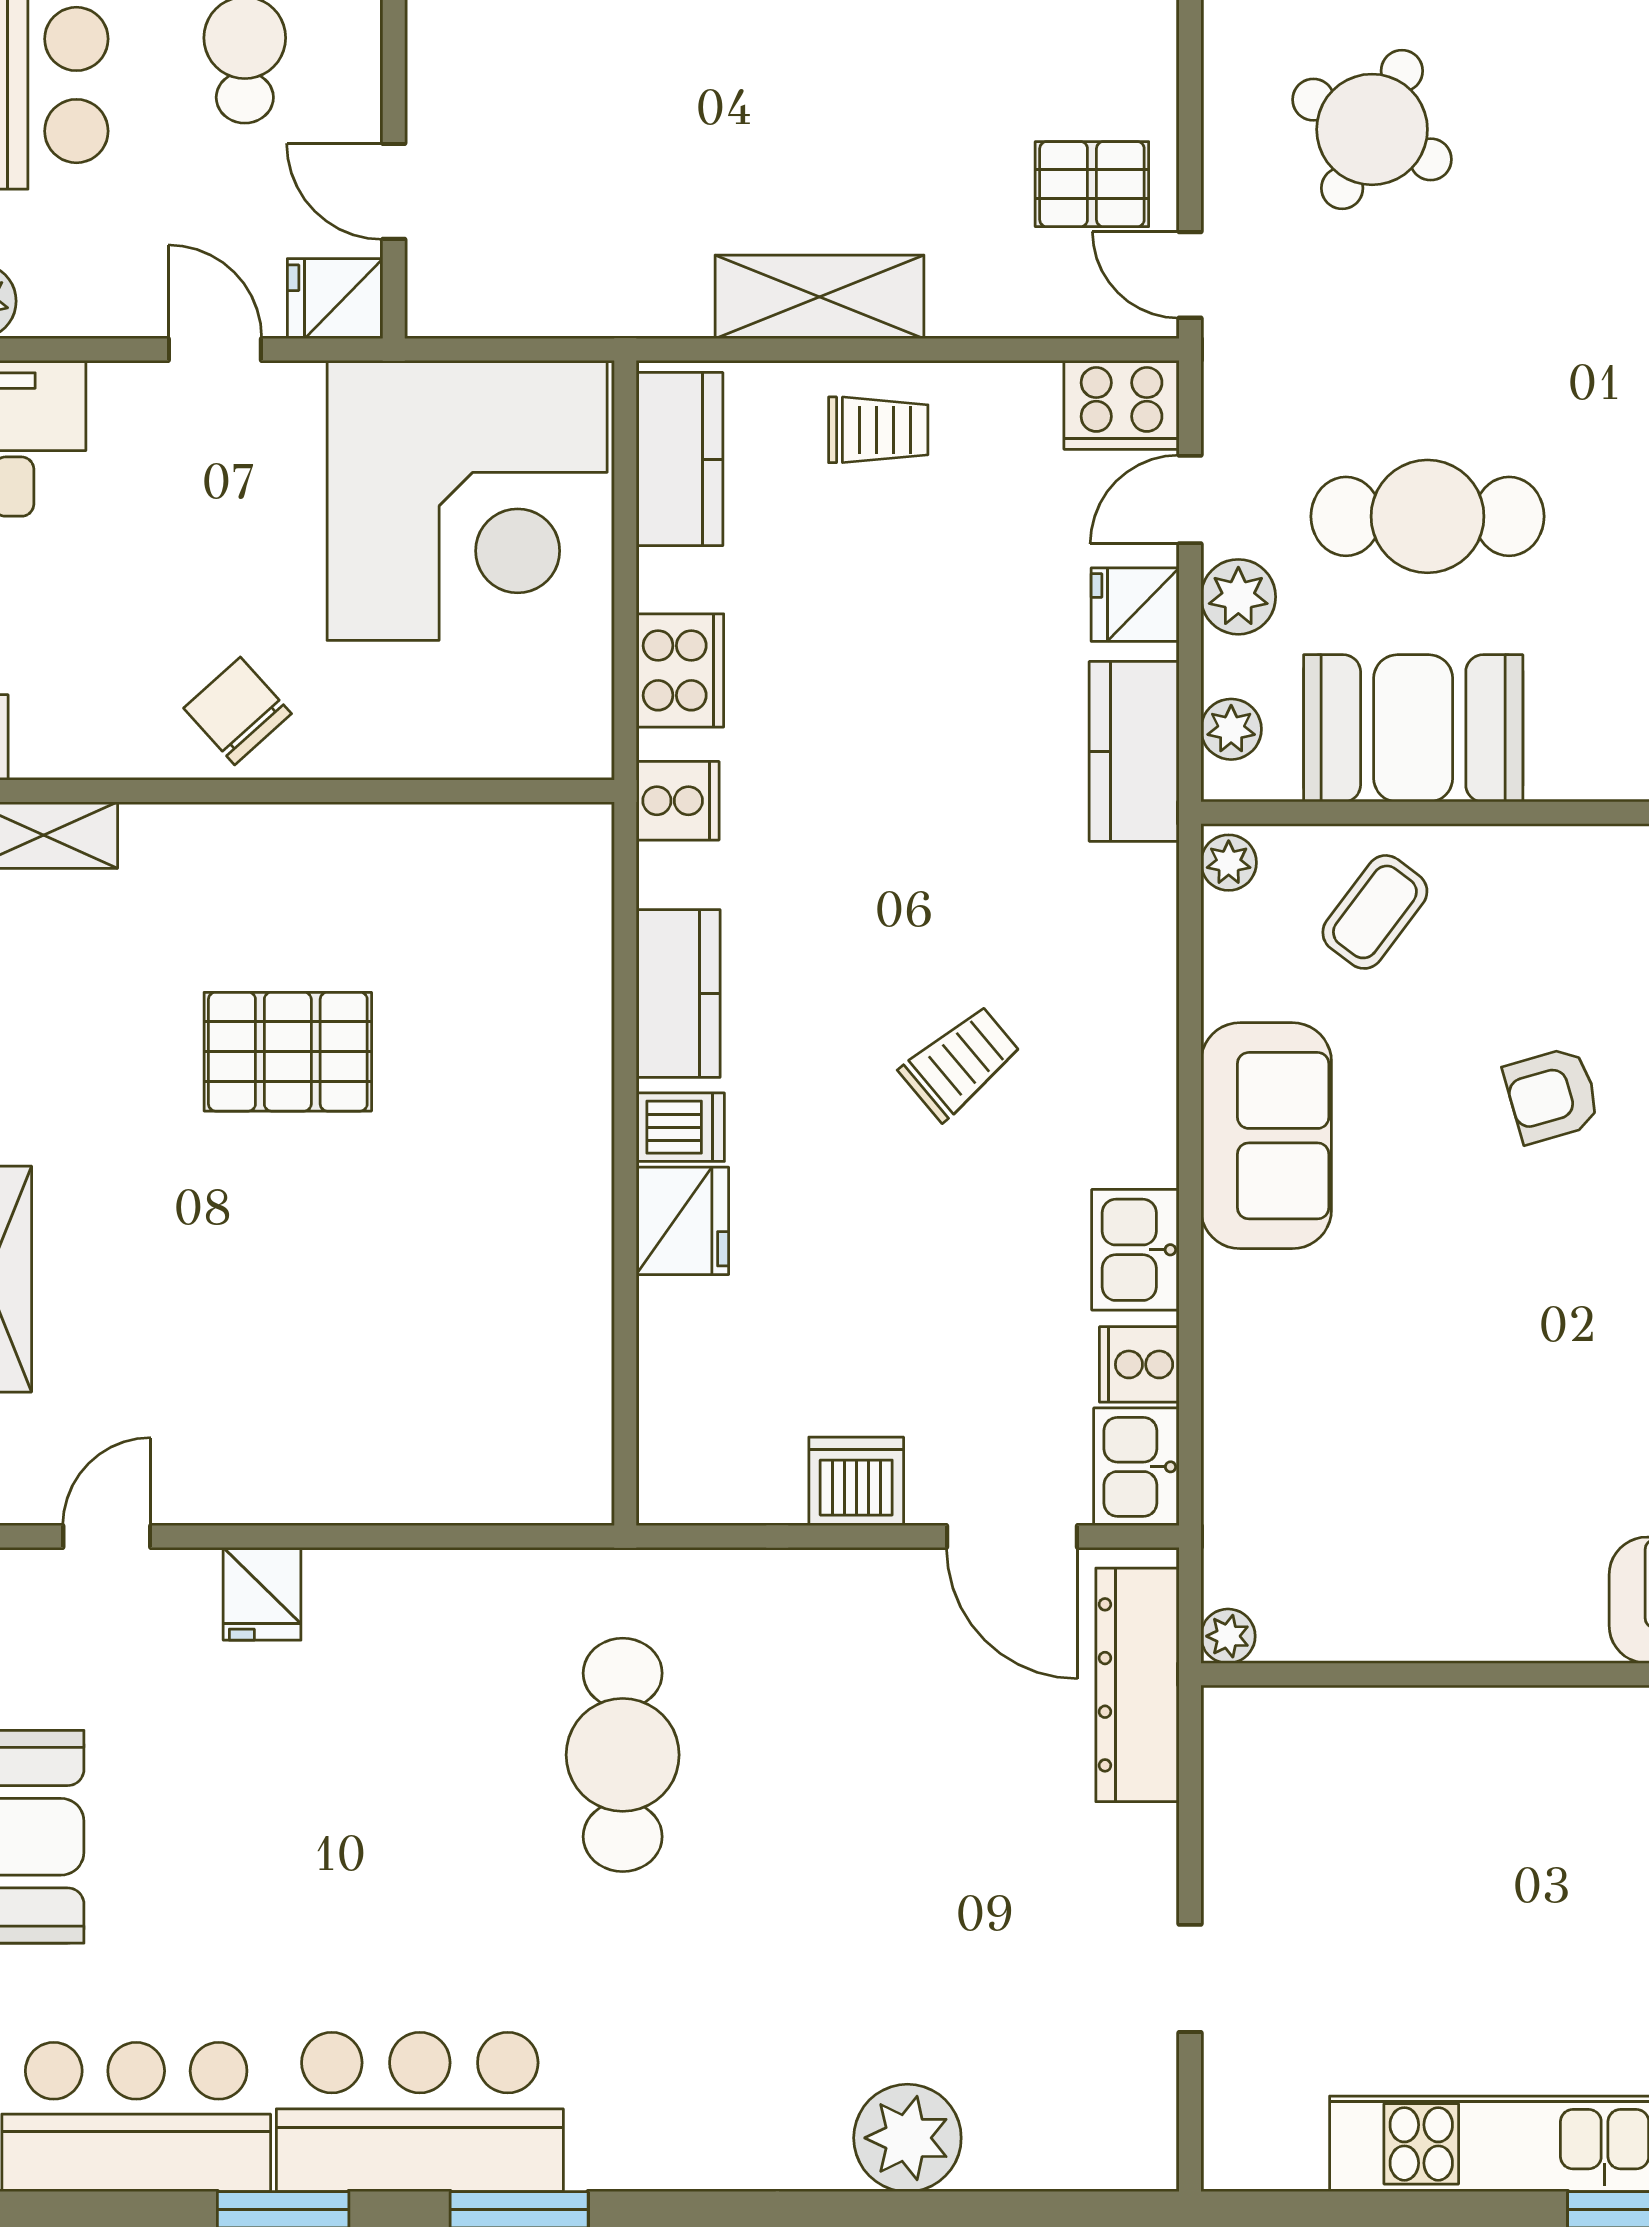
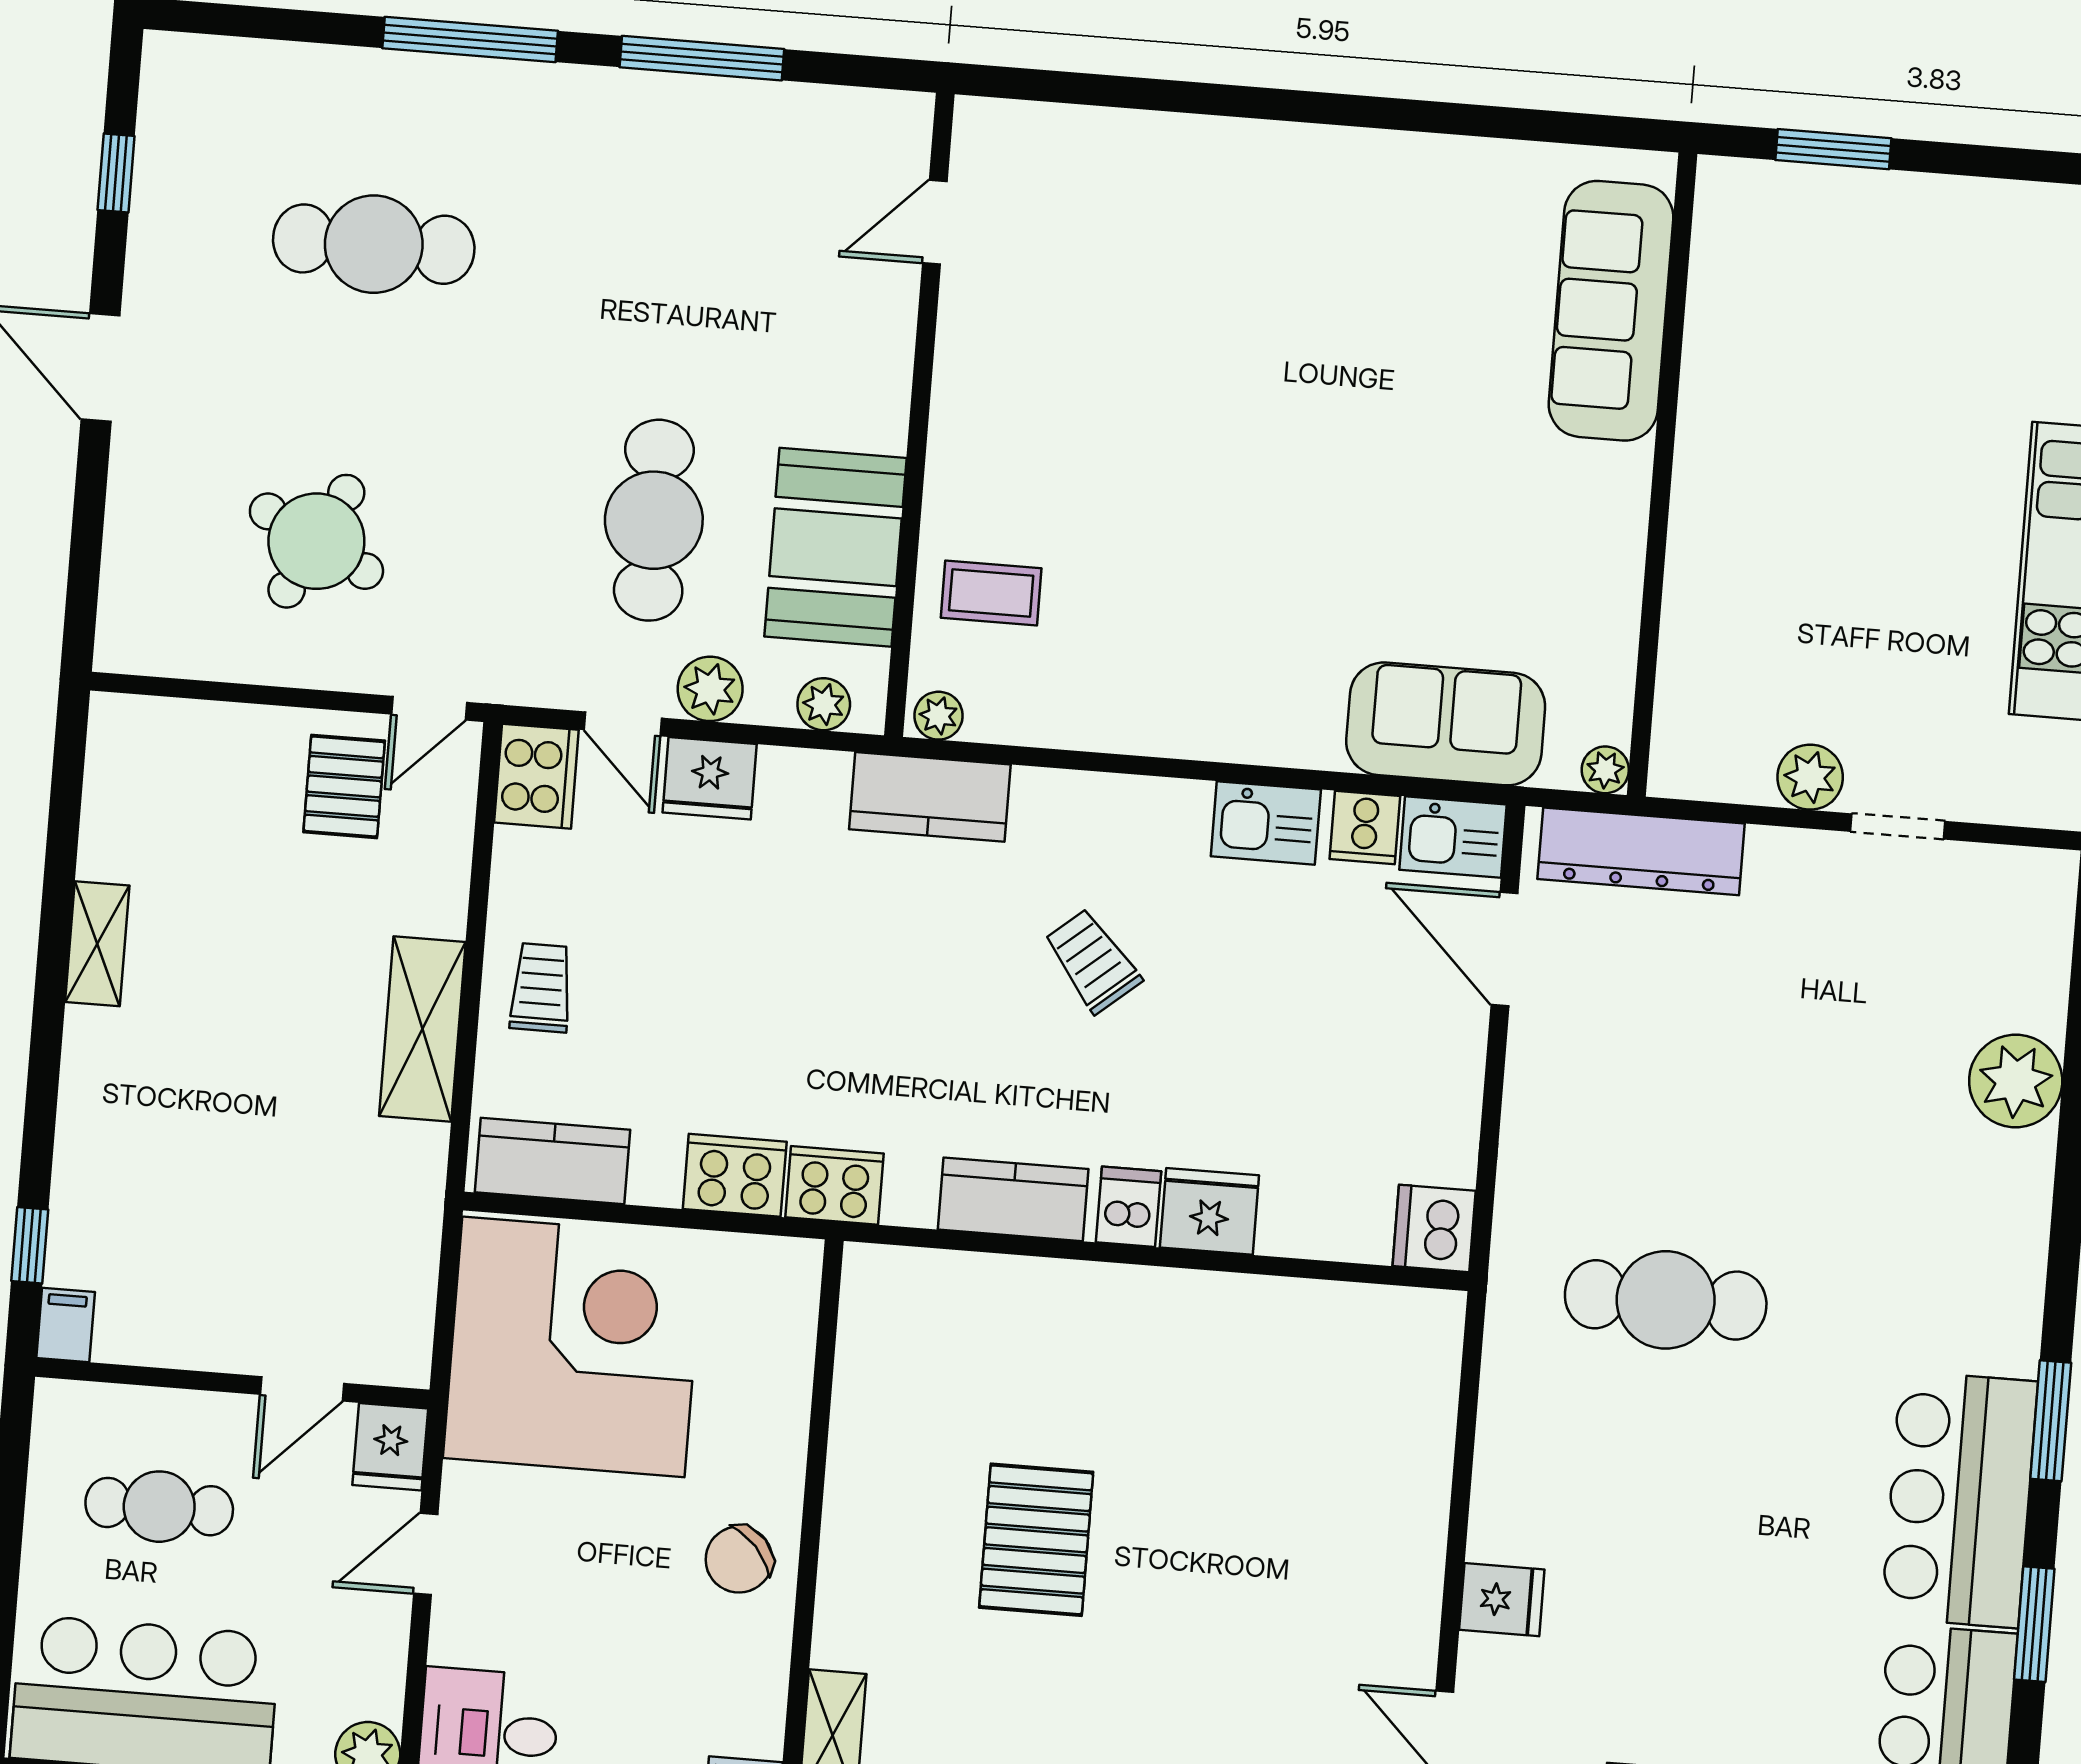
fridge: (1135, 605) -> (710, 778), width x1.38
kitchen counter: (1134, 751) -> (930, 797), moved
cooker: (678, 801) -> (835, 1185), width x1.36
coffee table: (1375, 912) -> (991, 593), turned -37
armchair: (1552, 1095) -> (1161, 453), removed
sofa: (1266, 1136) -> (1446, 724), moved
dishwasher: (856, 1481) -> (1434, 1228), moved
door: (1012, 1537) -> (1504, 949), swing flipped
plant: (1239, 1873) -> (1810, 777), added

